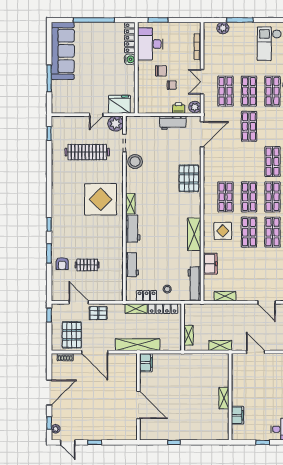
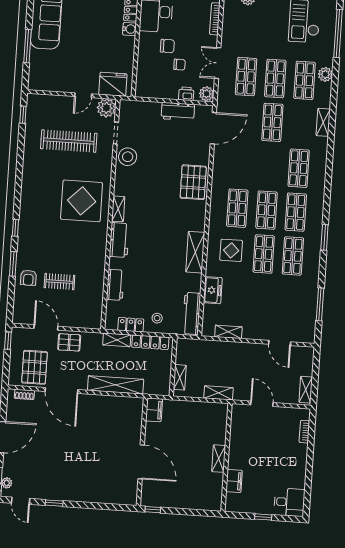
filing cabinet: (146, 363) -> (154, 410), moved
wall: (138, 397) -> (142, 452), moved
door: (138, 405) -> (141, 462), moved

